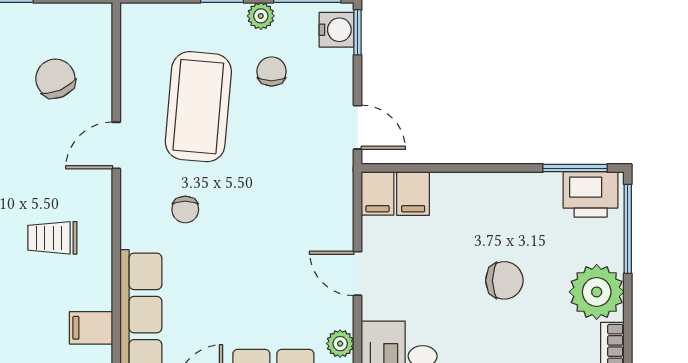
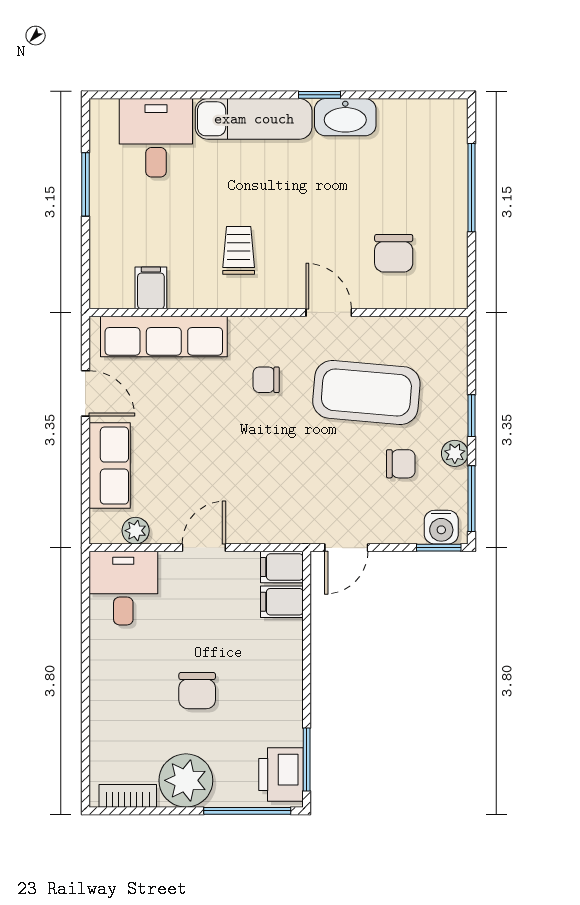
chair: (55, 79) -> (394, 253), turned 113

